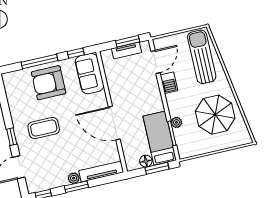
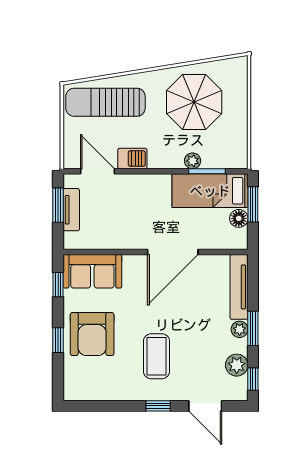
window: (39, 61) -> (58, 340), width x0.46
plant: (50, 182) -> (237, 365), added

